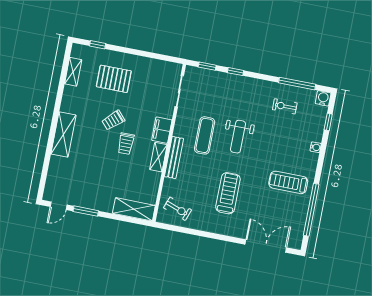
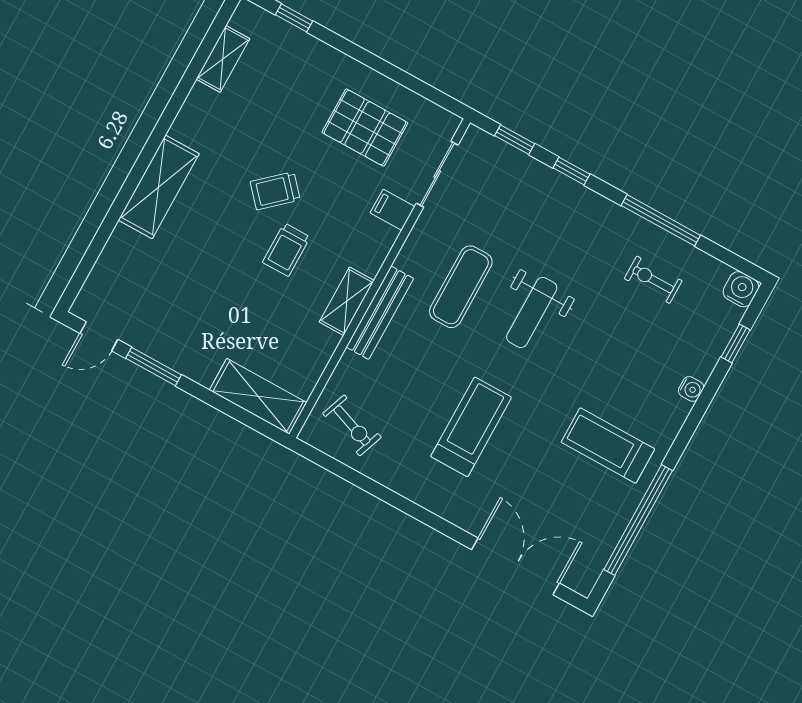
pallet: (114, 79) -> (365, 128), moved
window: (297, 84) -> (661, 220), moved
filing cabinet: (162, 130) -> (393, 210), moved, width x0.50

